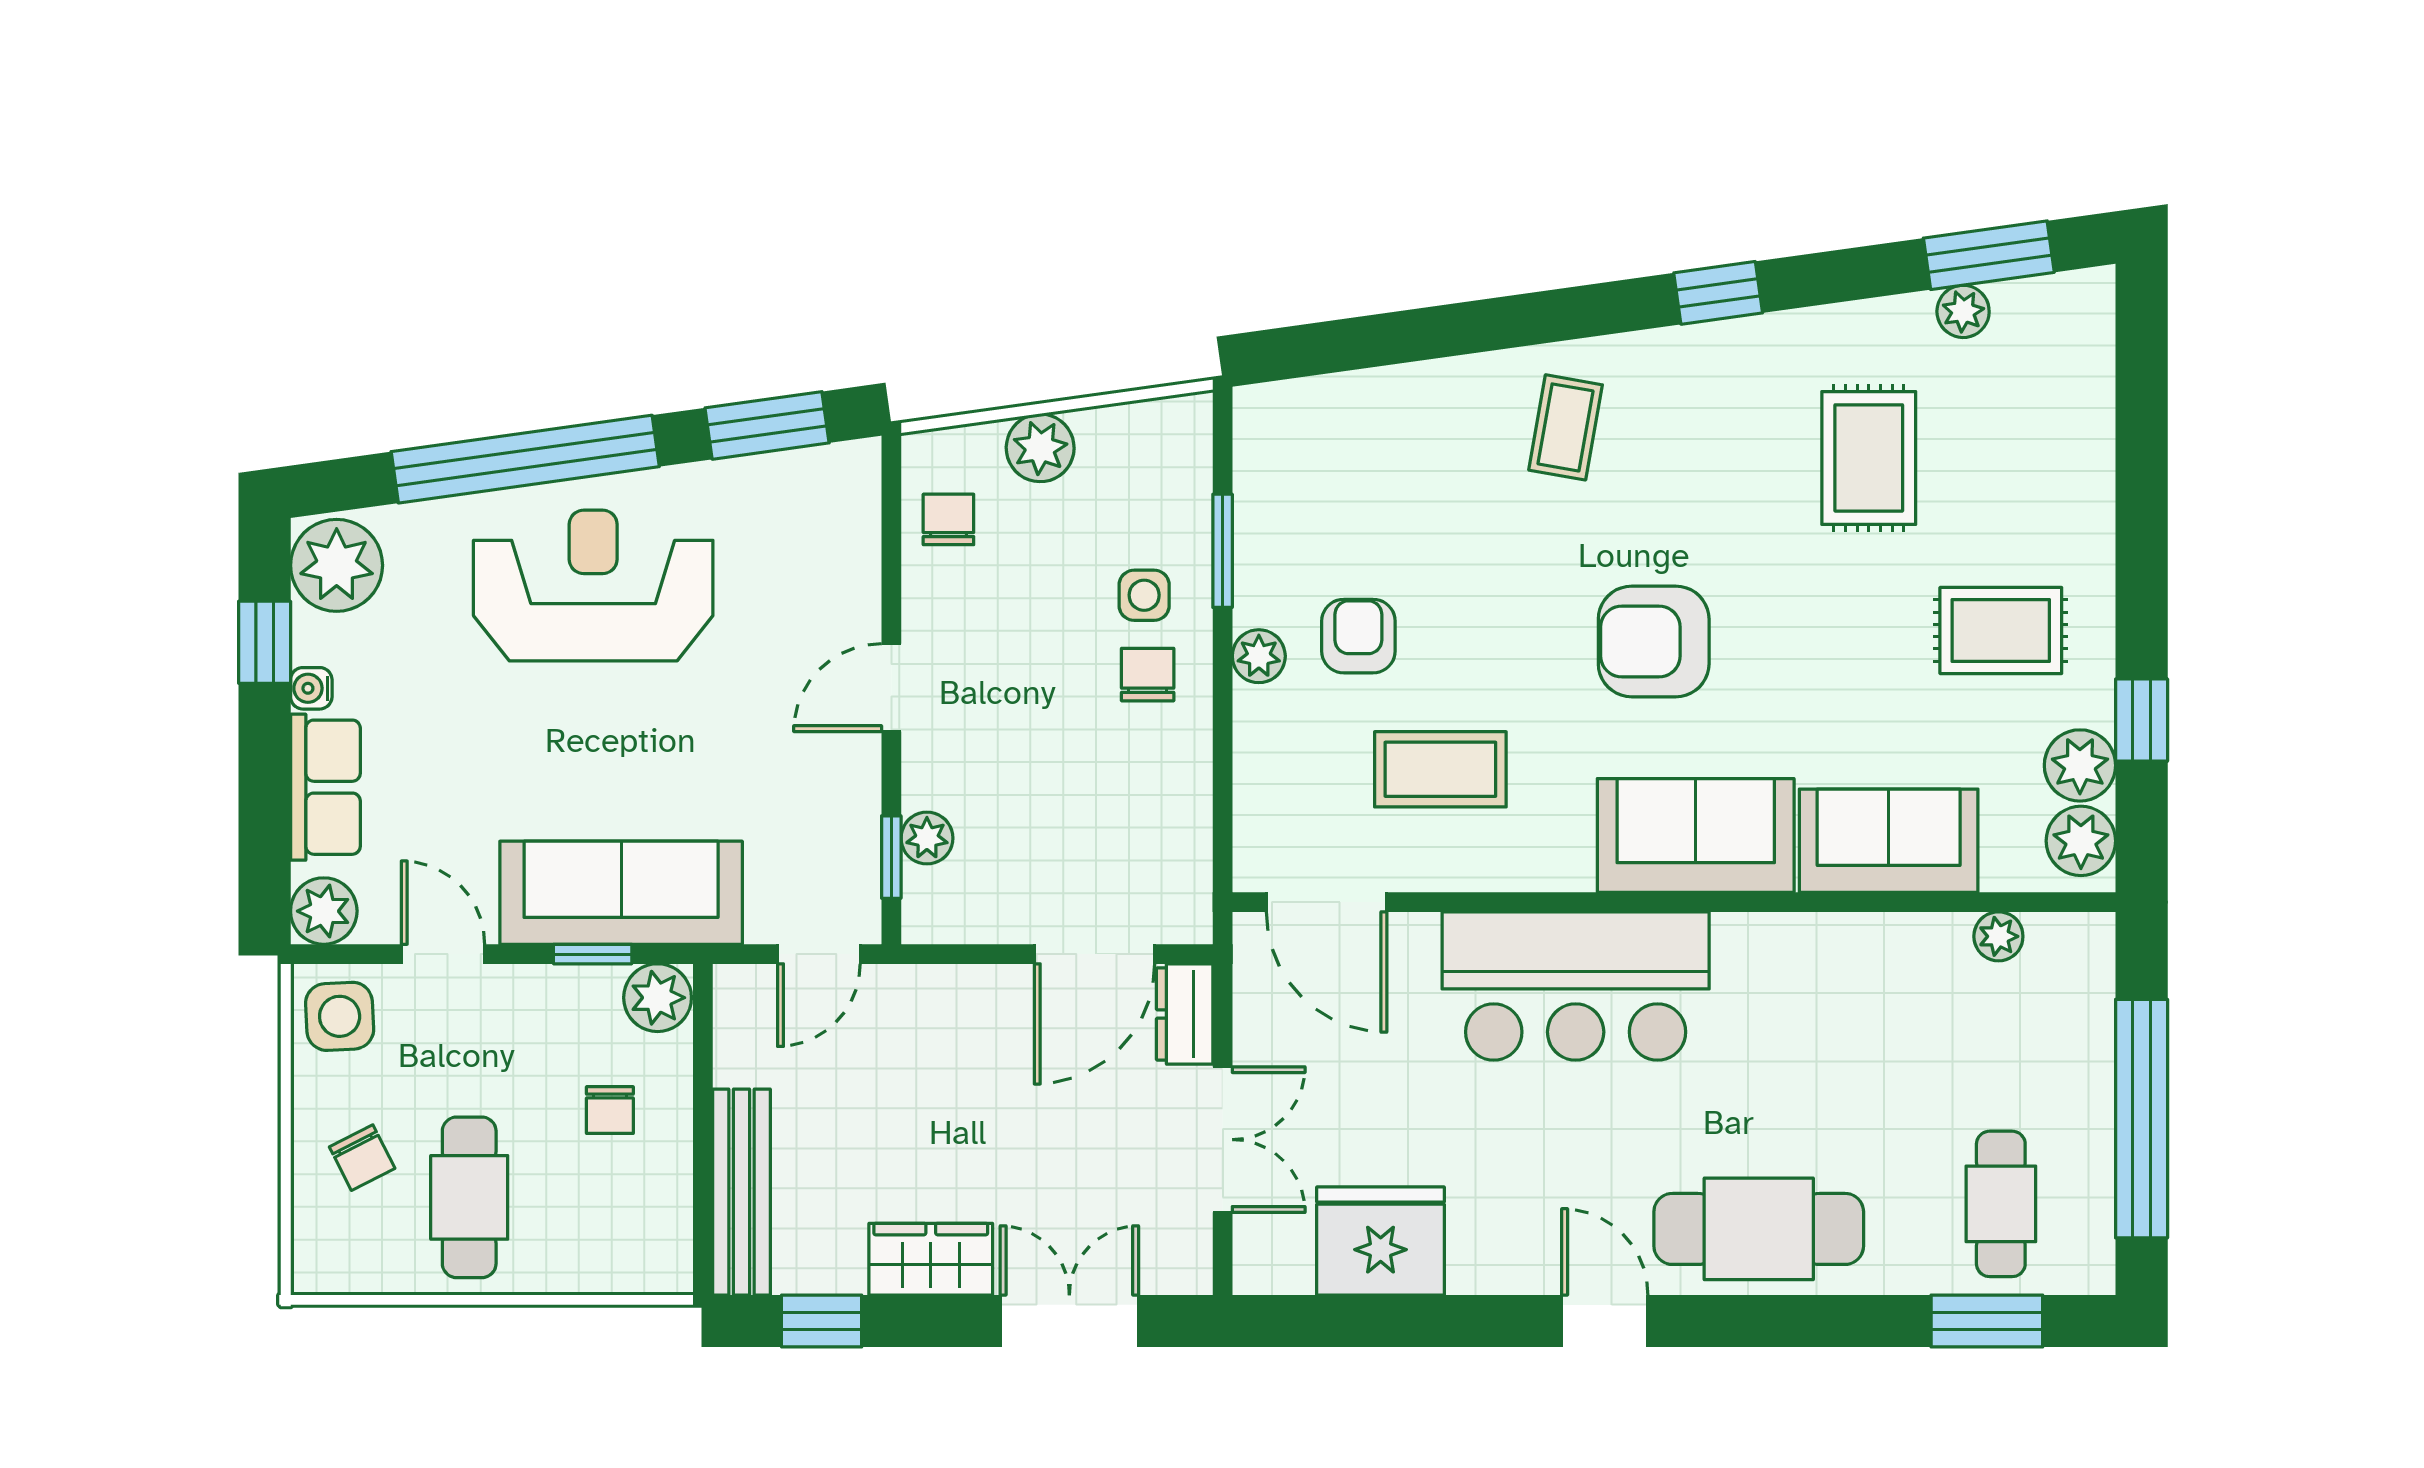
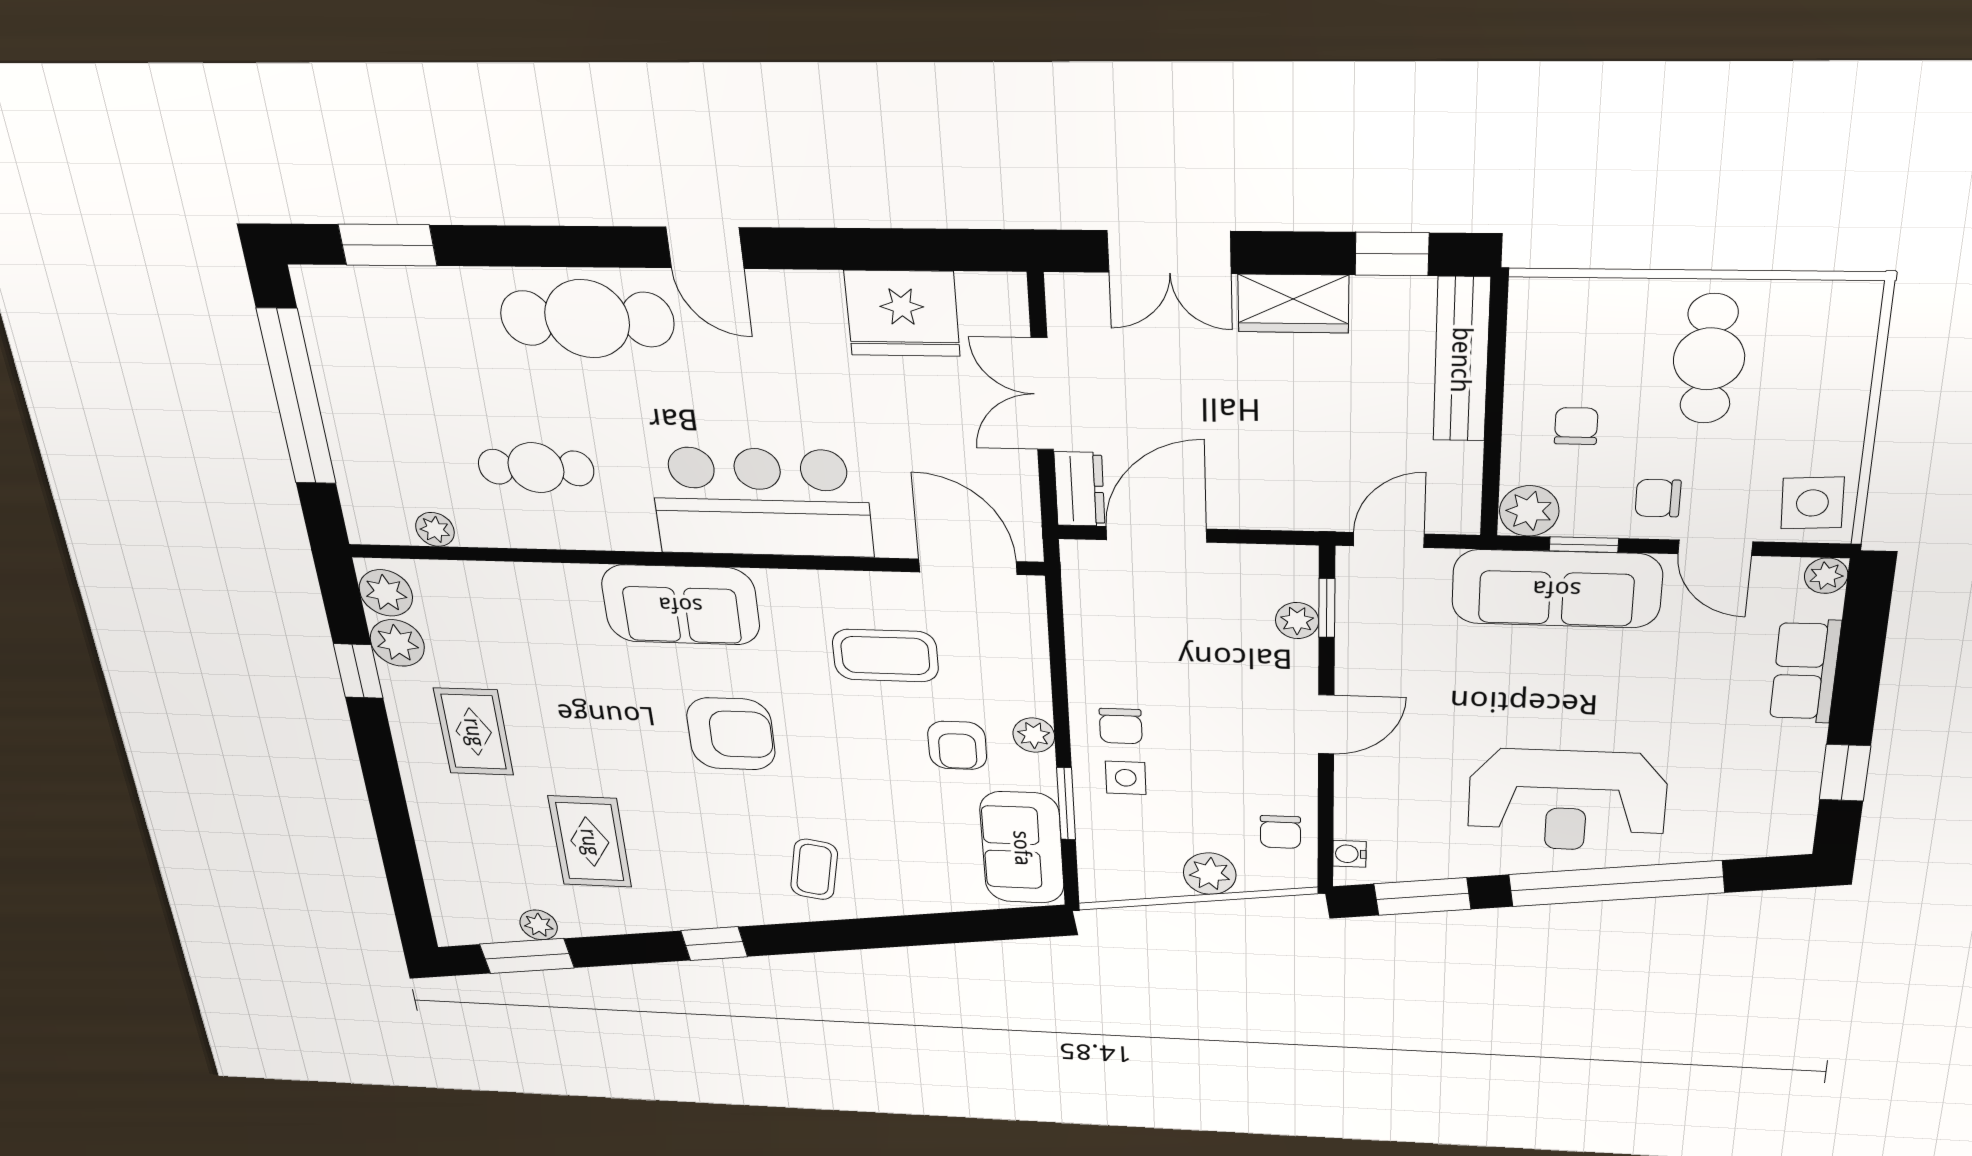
plant: (337, 565) -> (1778, 822), removed
rug: (2001, 631) -> (474, 732), turned 90
water cooler: (311, 688) -> (1349, 854), moved, turned 180
sofa: (1889, 841) -> (1022, 848), moved, turned 90
plant: (324, 911) -> (1826, 576), width x0.73, depth x0.73
chair: (362, 1158) -> (1658, 498), moved, turned -63
cafe table: (2001, 1204) -> (536, 468), moved, turned 90

